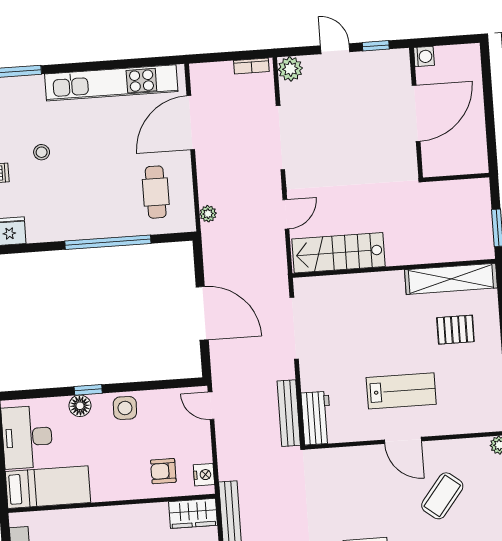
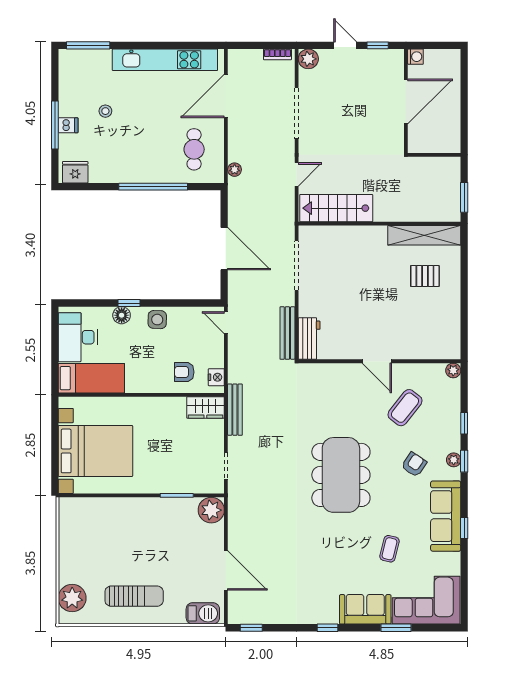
lab bench: (401, 391) -> (378, 322), removed

